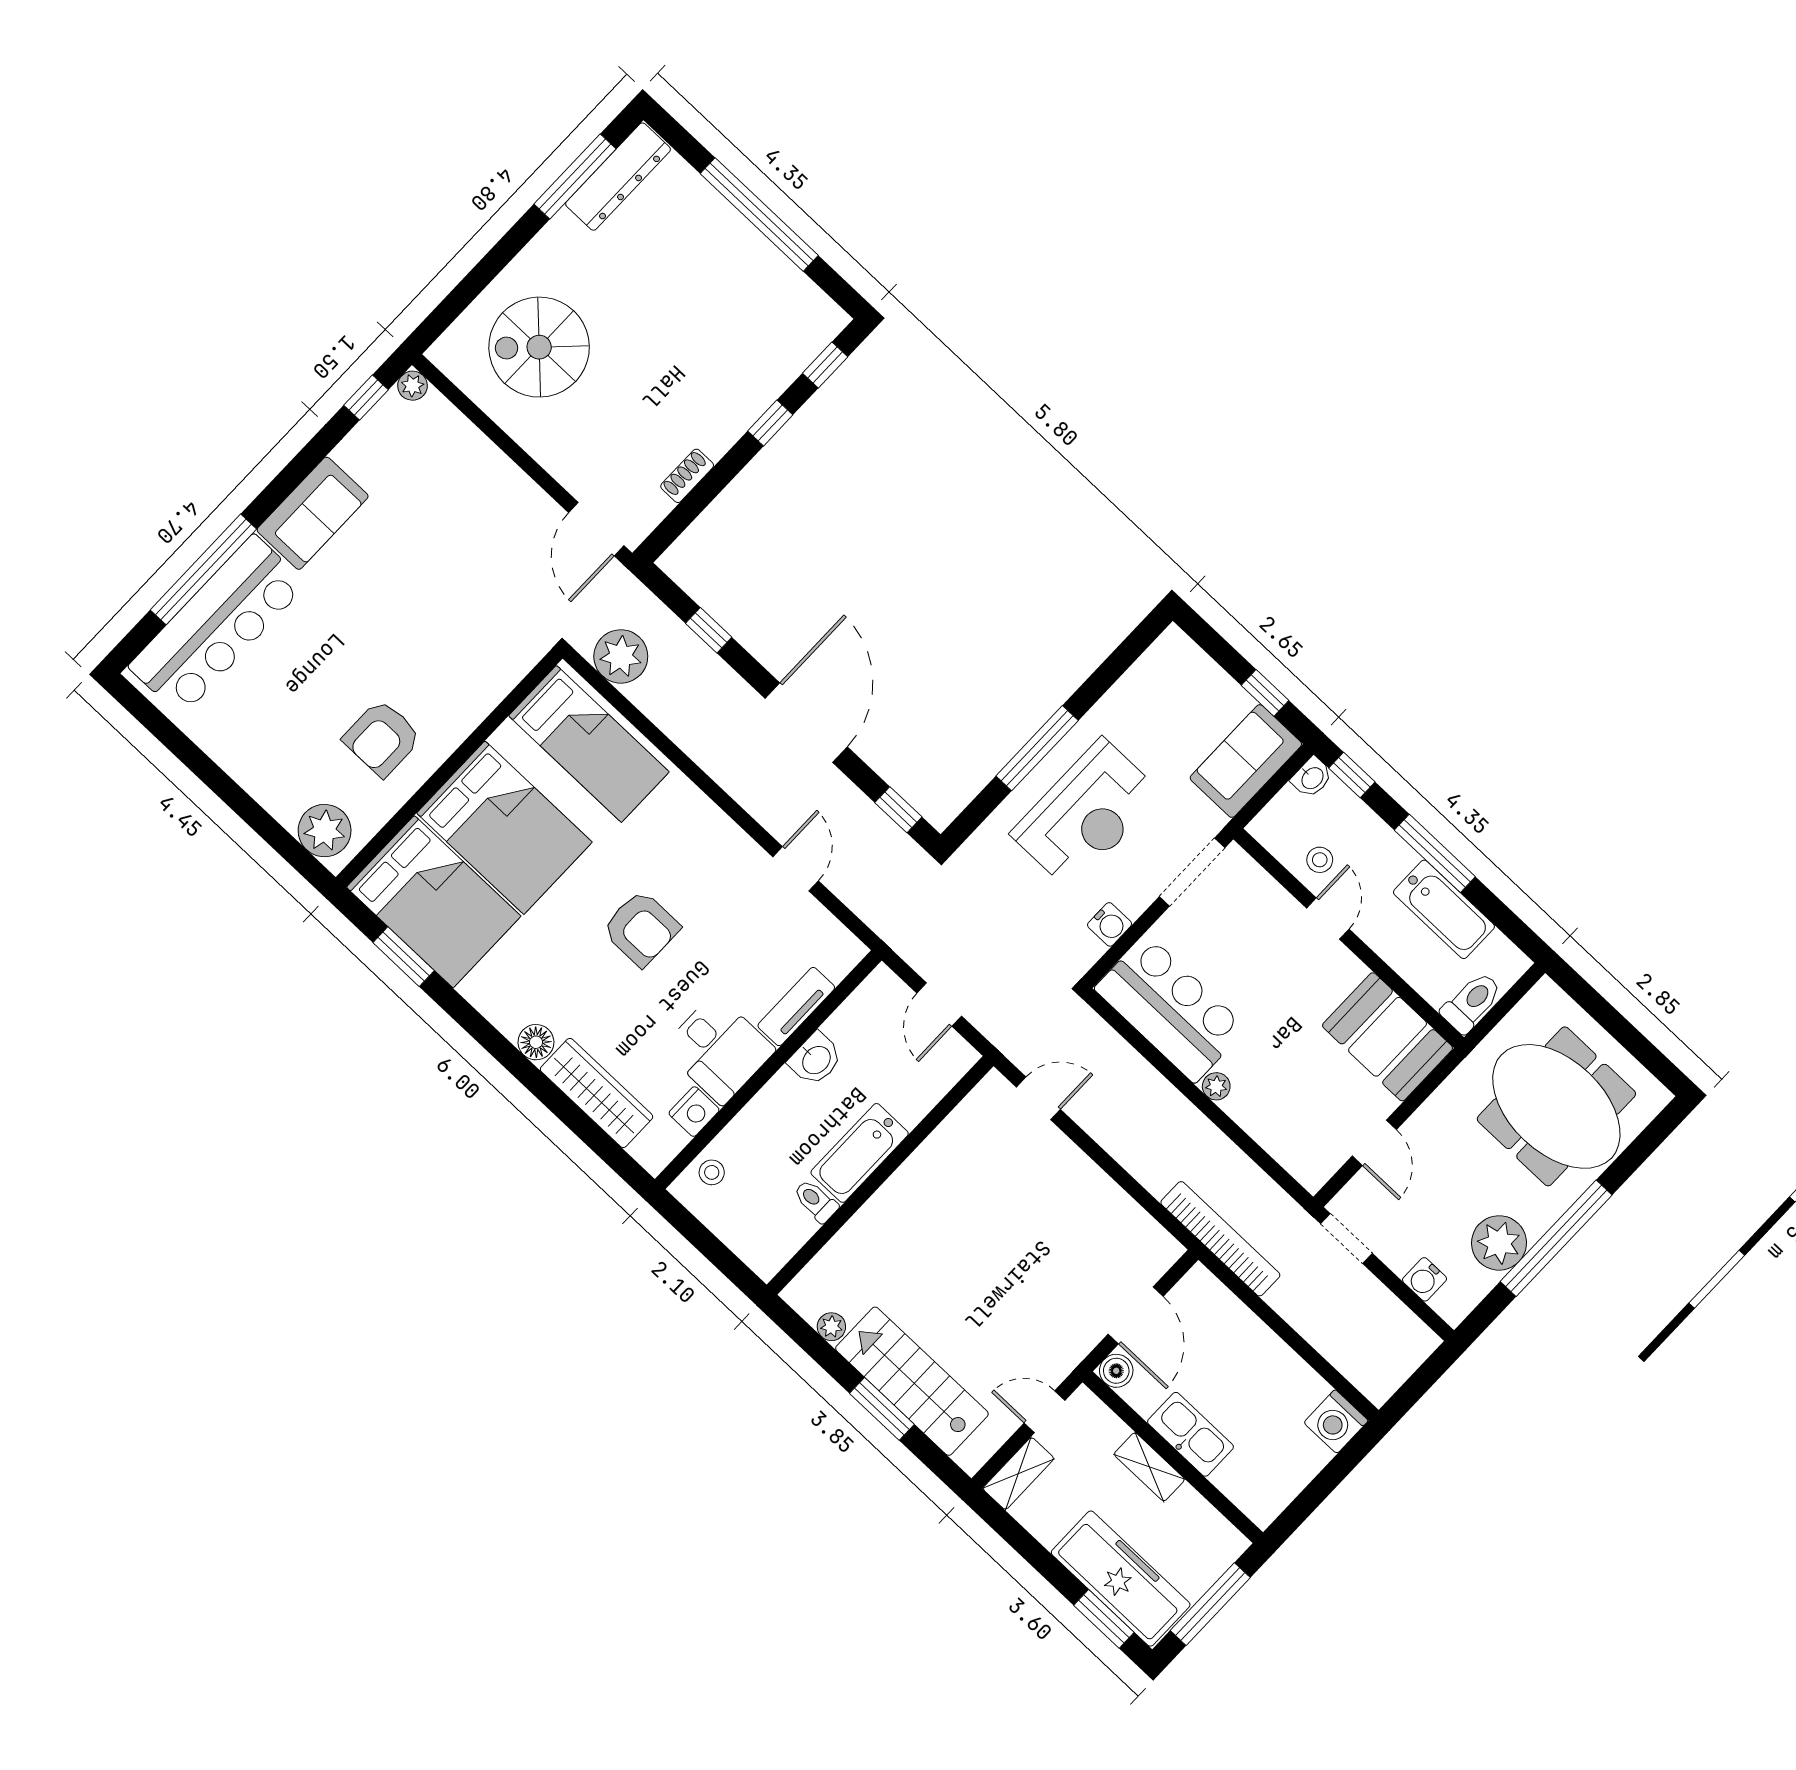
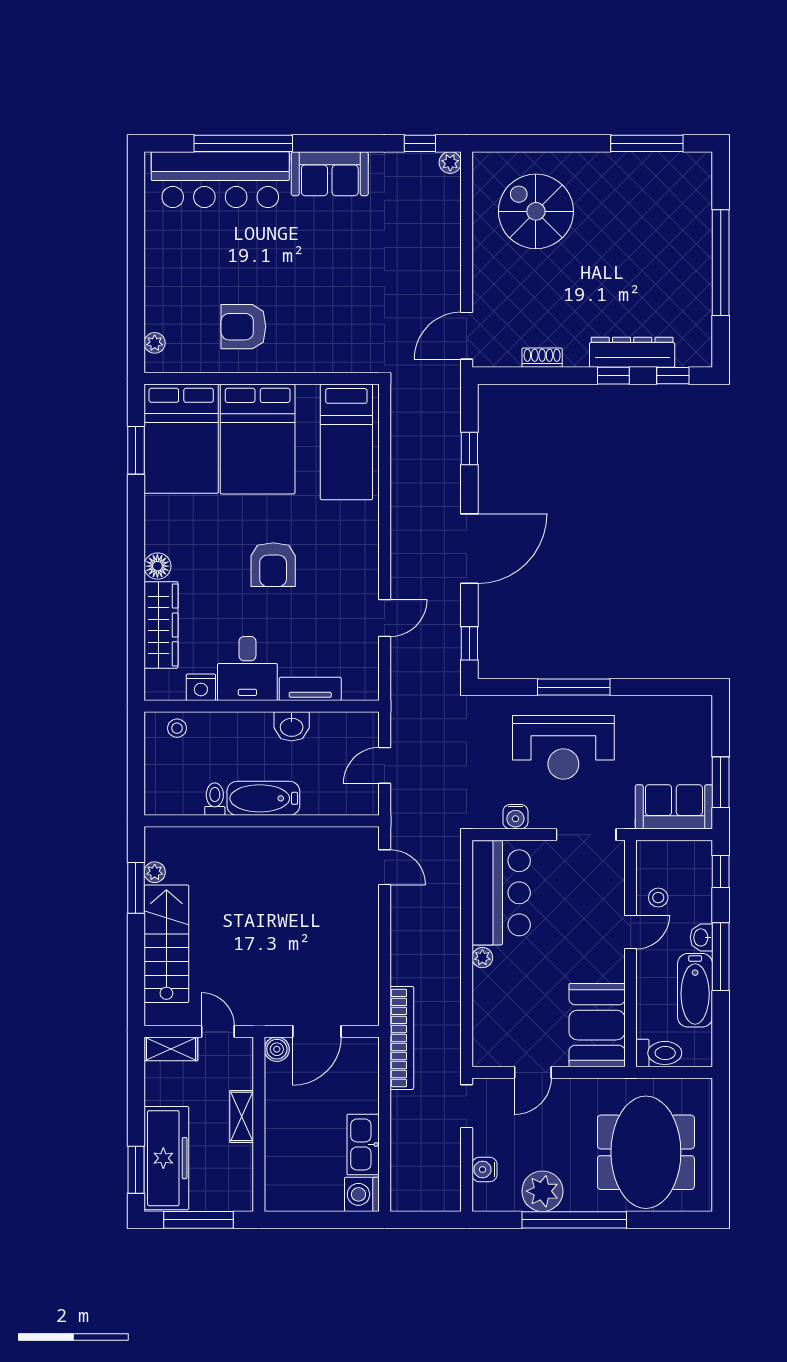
dresser: (618, 177) -> (632, 352), moved, turned 180
plant: (621, 656) -> (410, 414), removed
window: (1265, 693) -> (721, 782), width x1.50
washbasin: (1312, 778) -> (701, 937), moved, turned 90
plant: (325, 831) -> (155, 343), width x0.53, depth x0.53
window: (882, 1409) -> (136, 888), moved
kitchen sink: (1190, 1434) -> (363, 1144), moved, turned 180

